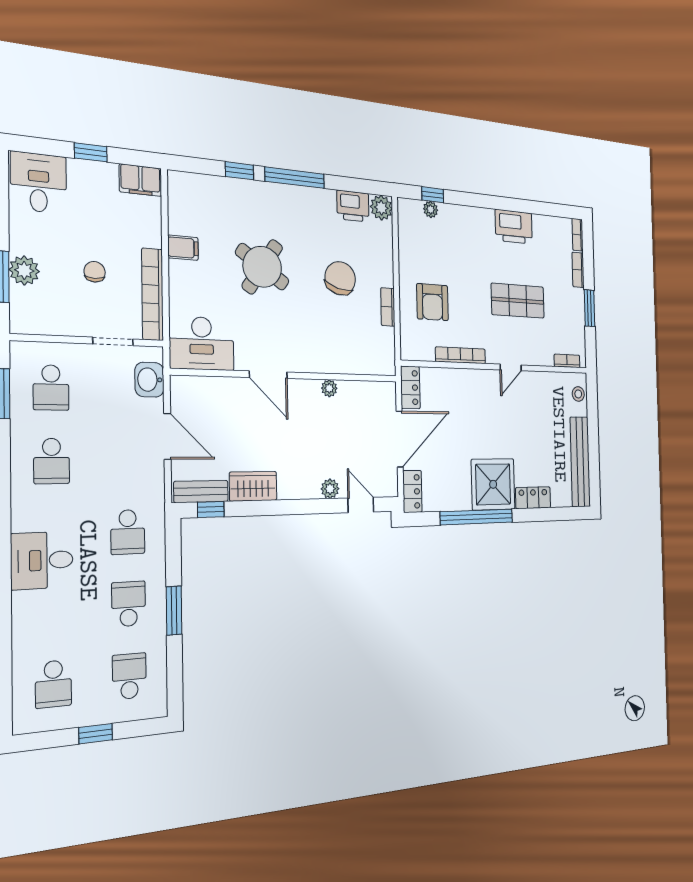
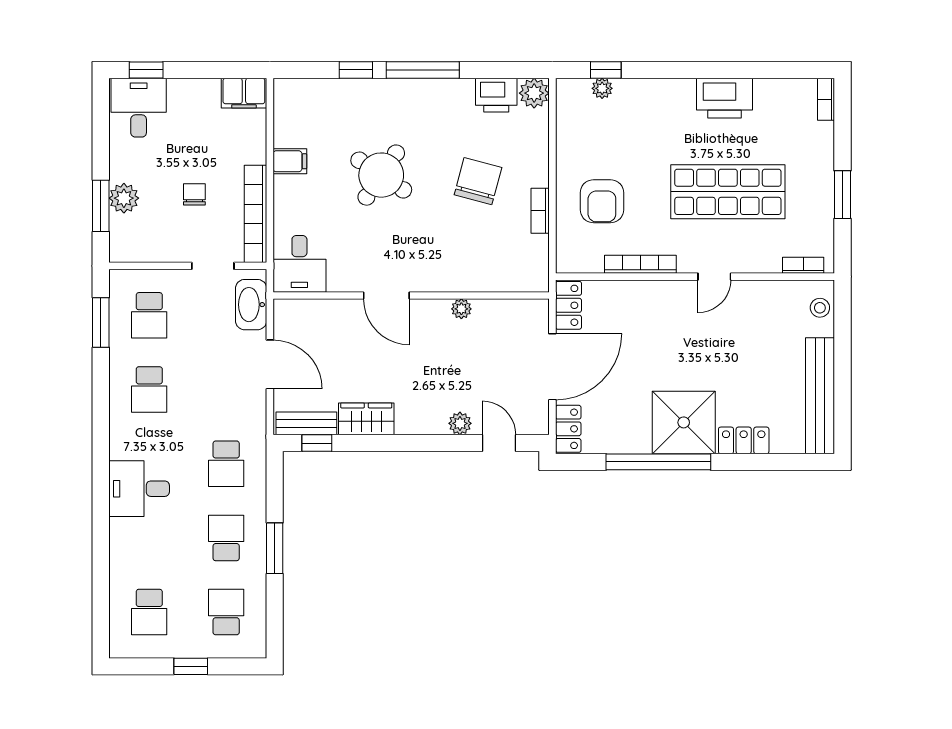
window: (91, 152) -> (146, 70), moved
bookcase: (578, 270) -> (825, 145), removed
shop shelf: (518, 301) -> (728, 192), width x1.43, depth x1.36
desk: (202, 343) -> (299, 264), width x0.73
washbasin: (149, 380) -> (251, 305), width x1.38

